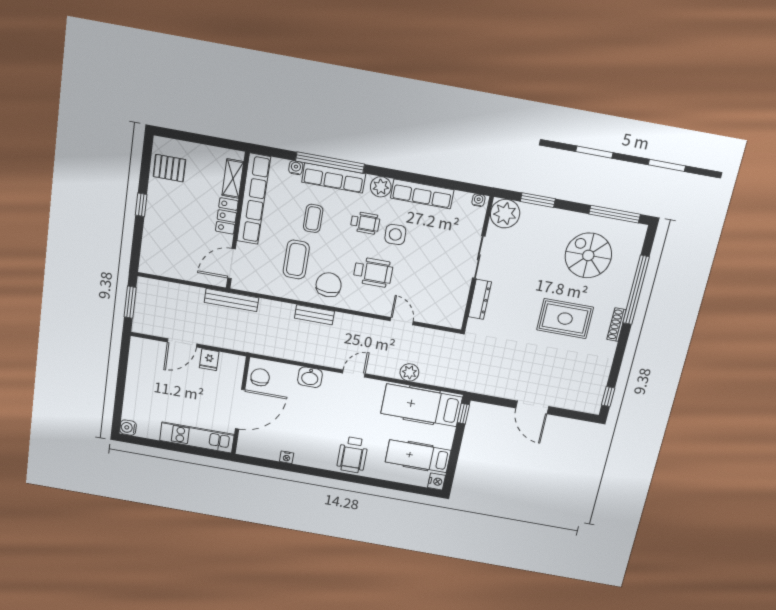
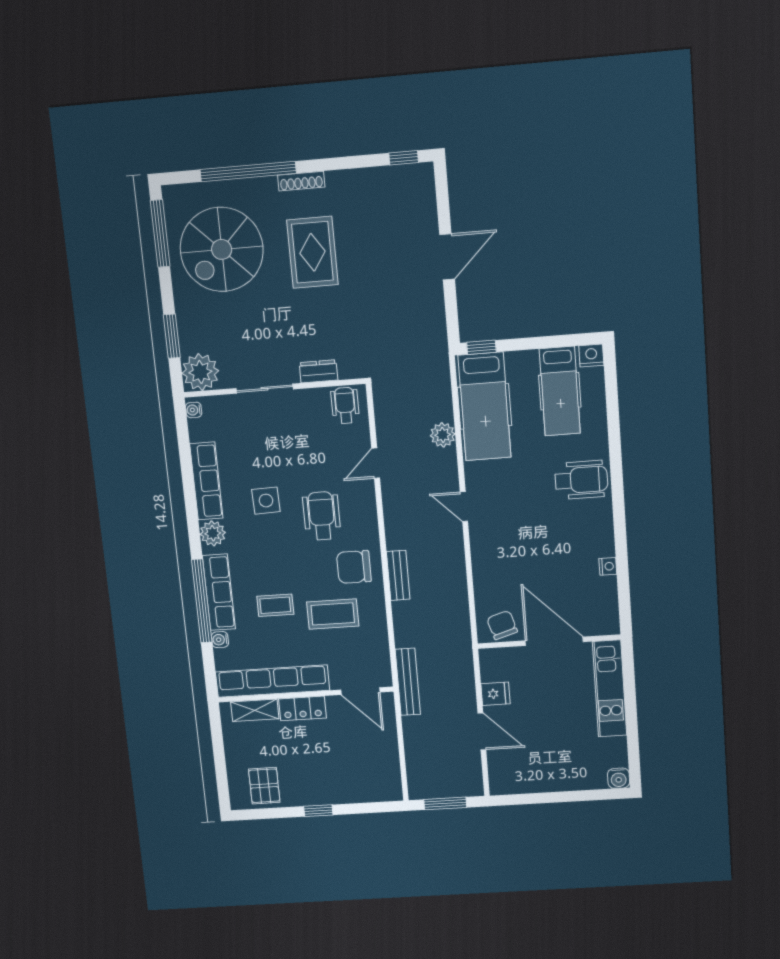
wheelchair: (365, 223) -> (345, 405), moved
spiral stairs: (588, 255) -> (222, 249), width x1.37, depth x1.37
dresser: (480, 299) -> (318, 371), width x0.70
chair: (260, 377) -> (502, 625), turned 73
washbasin: (310, 377) -> (485, 562), removed

